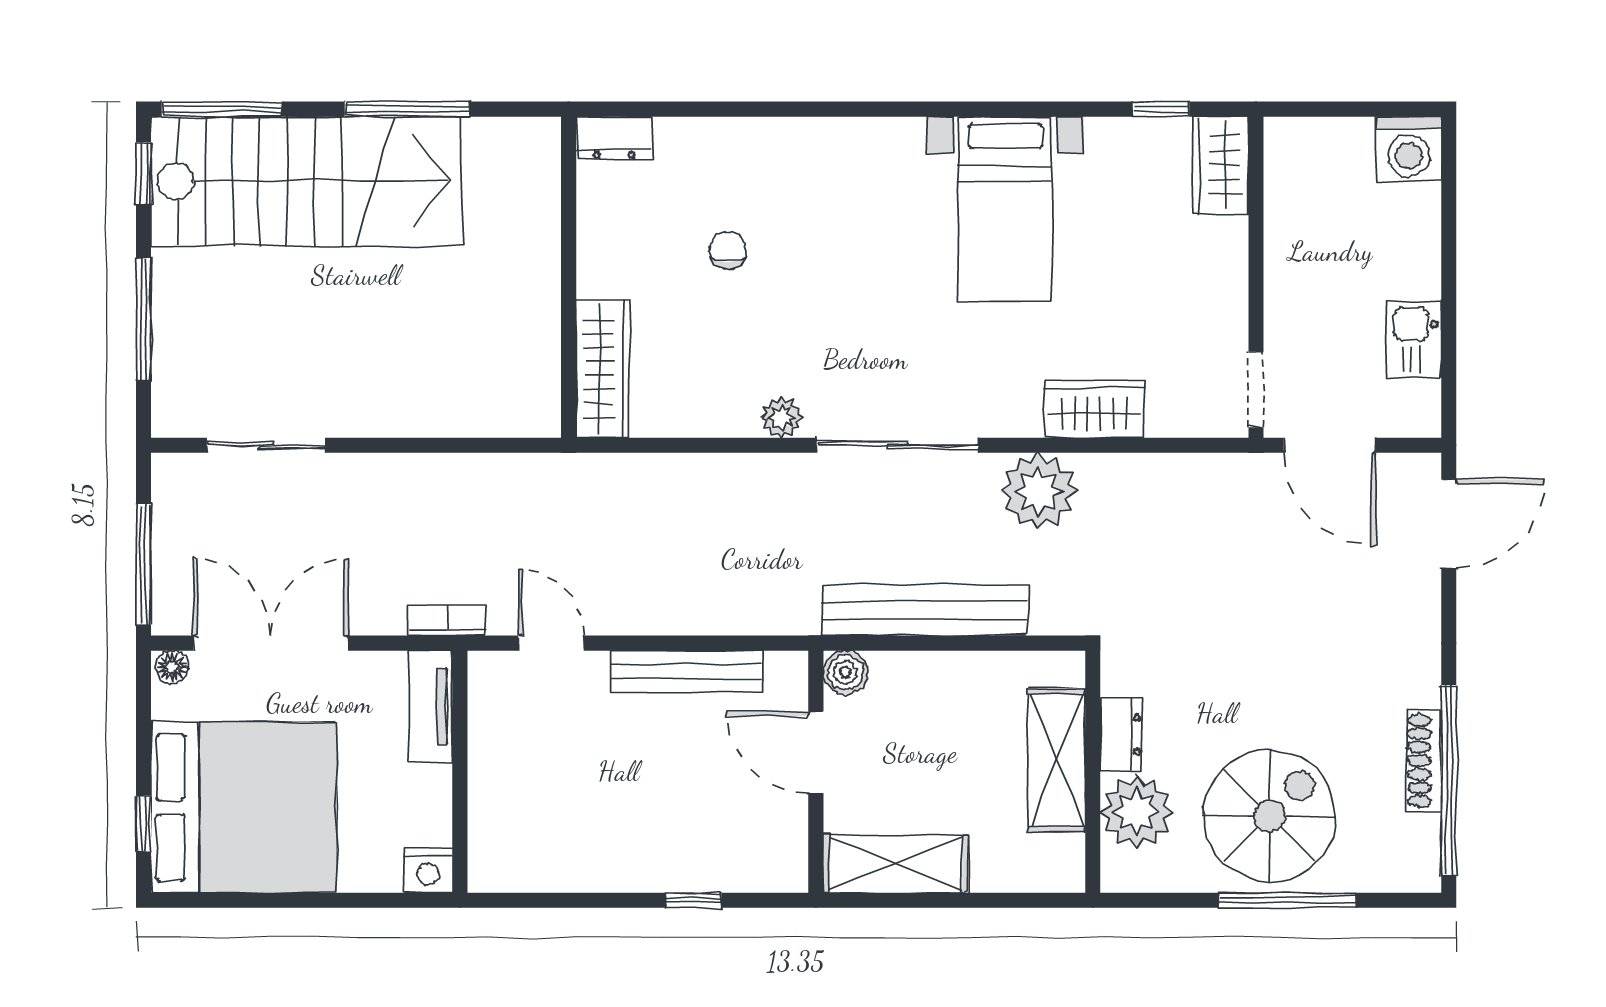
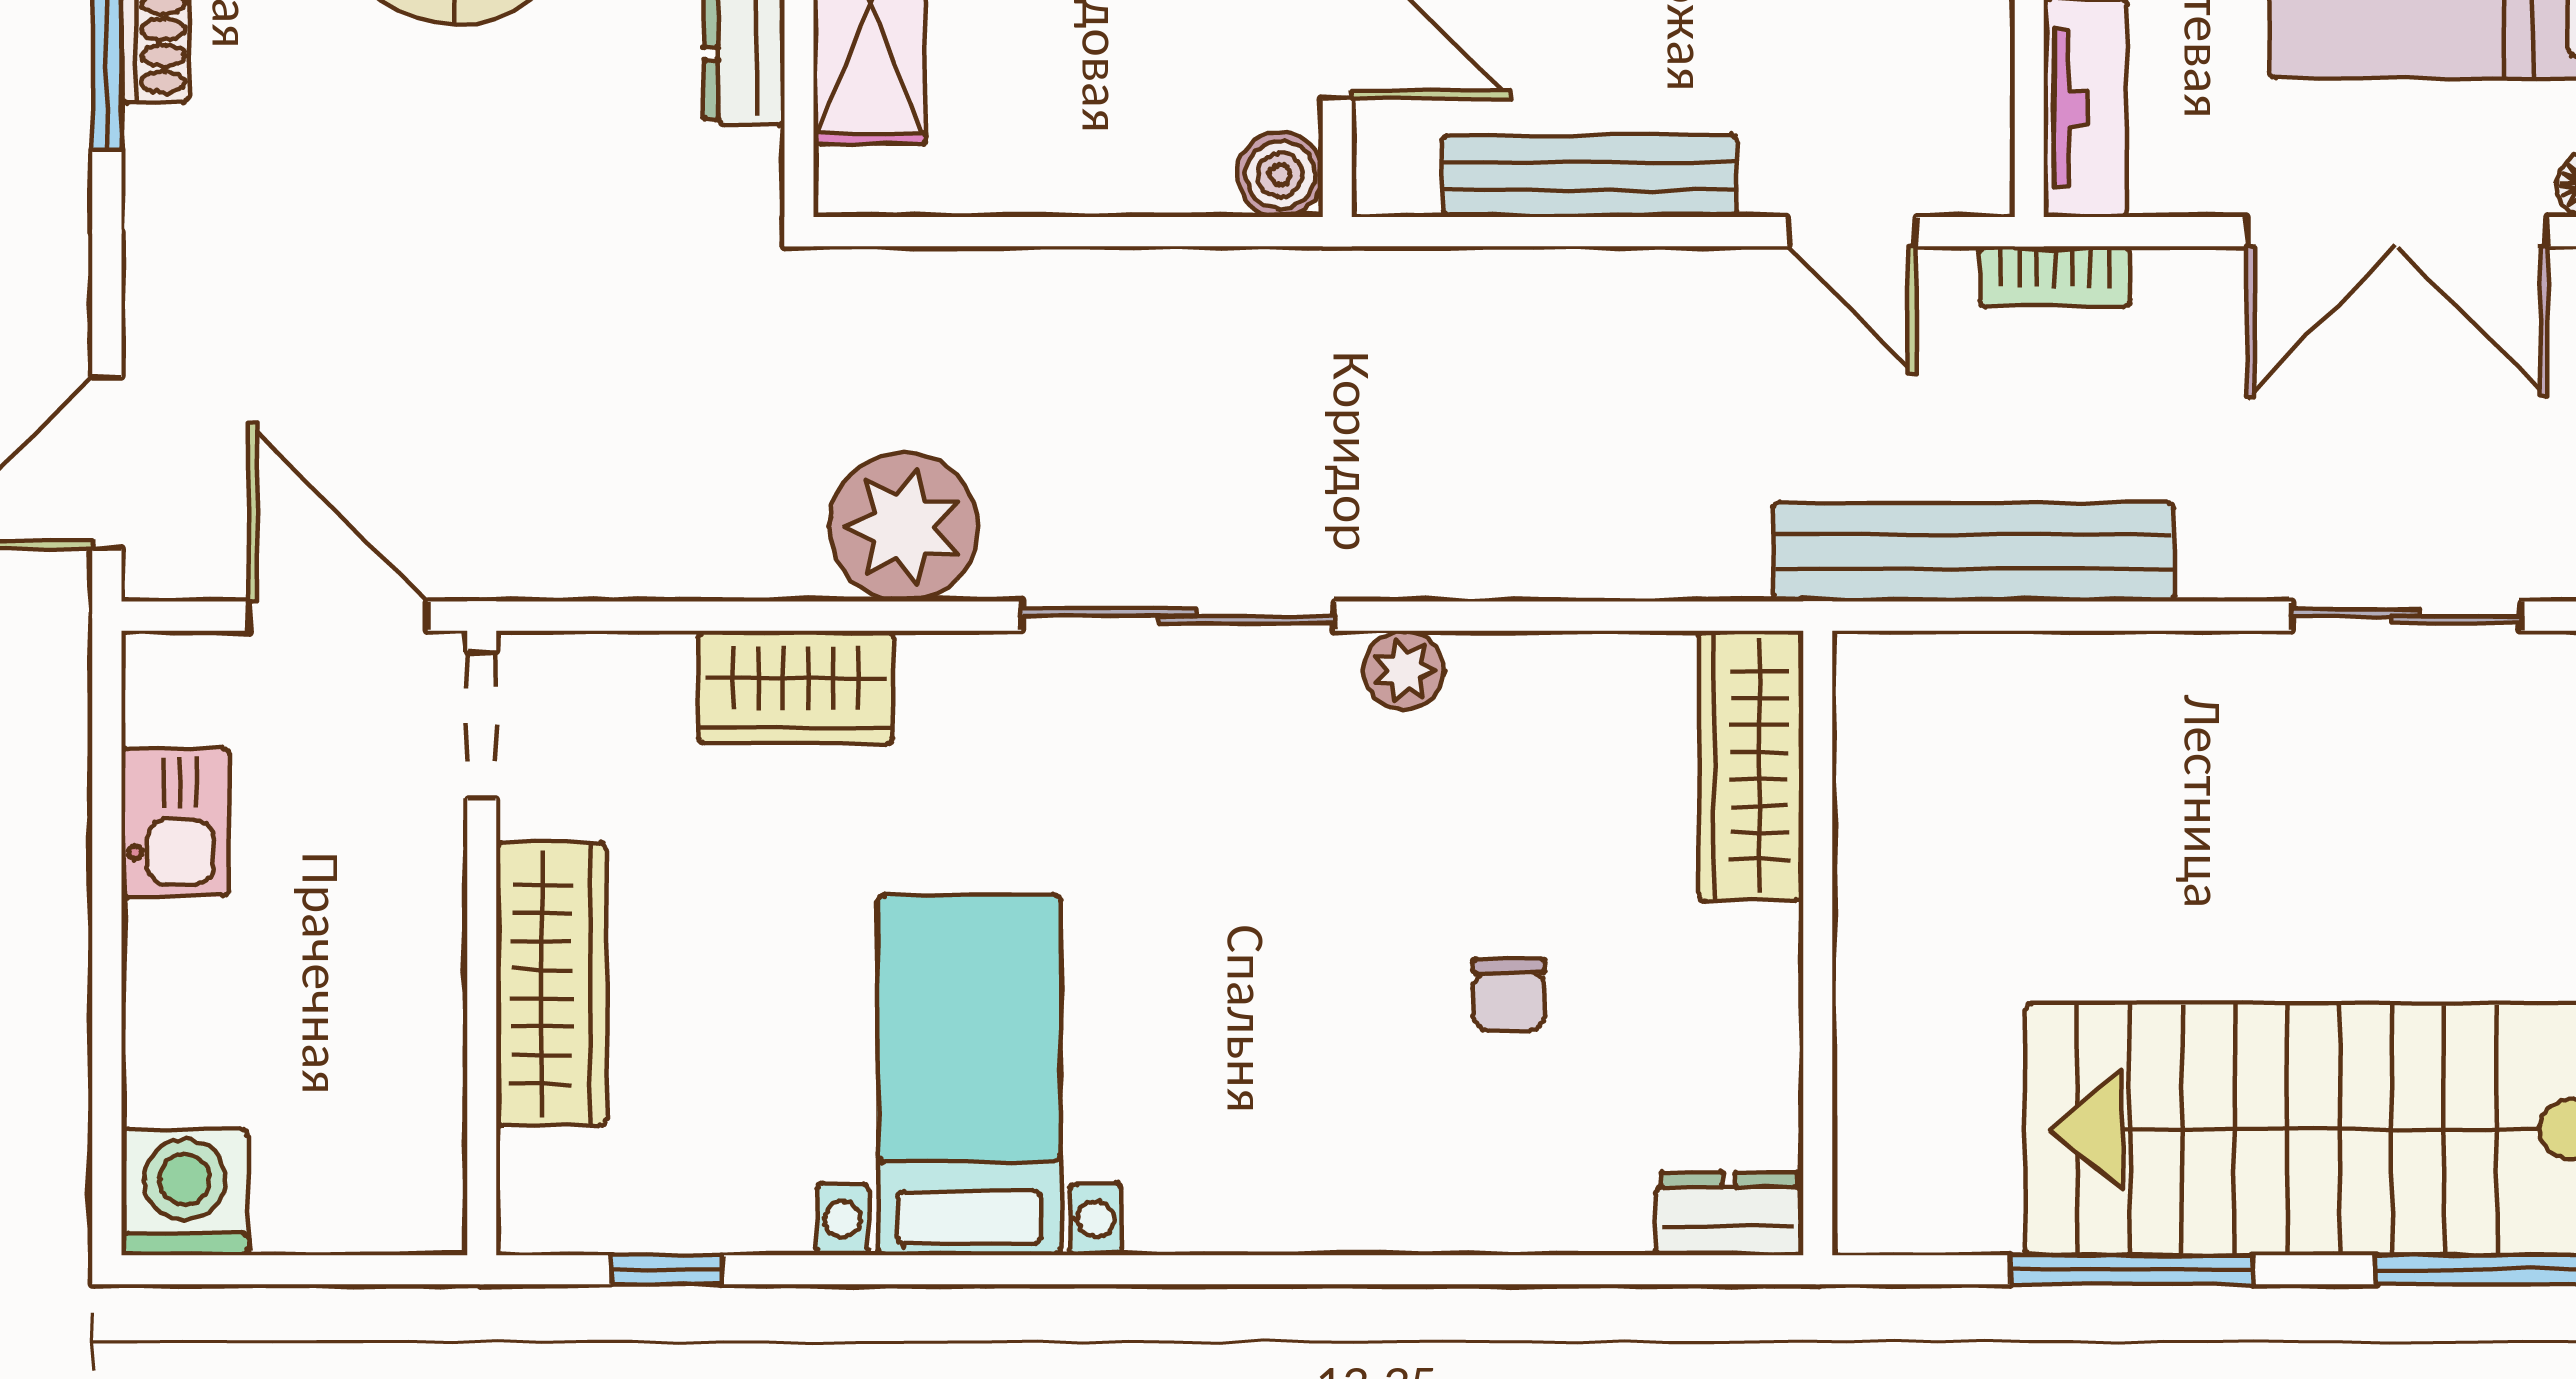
wardrobe: (1220, 165) -> (551, 984), moved, width x1.50
bench: (924, 610) -> (1974, 552), moved

